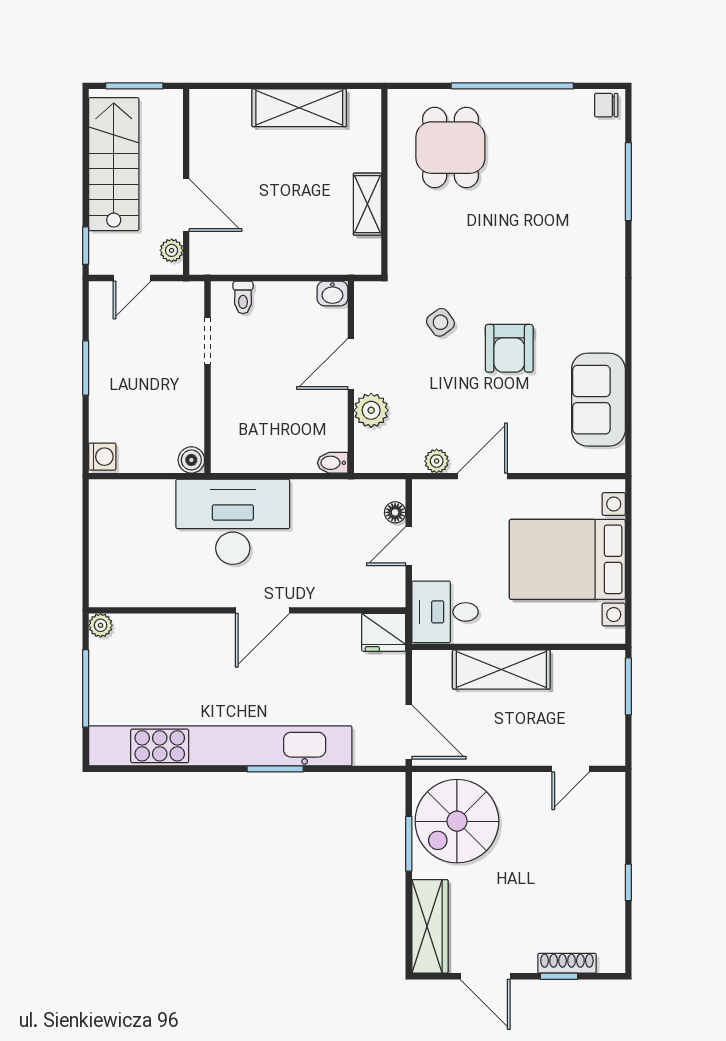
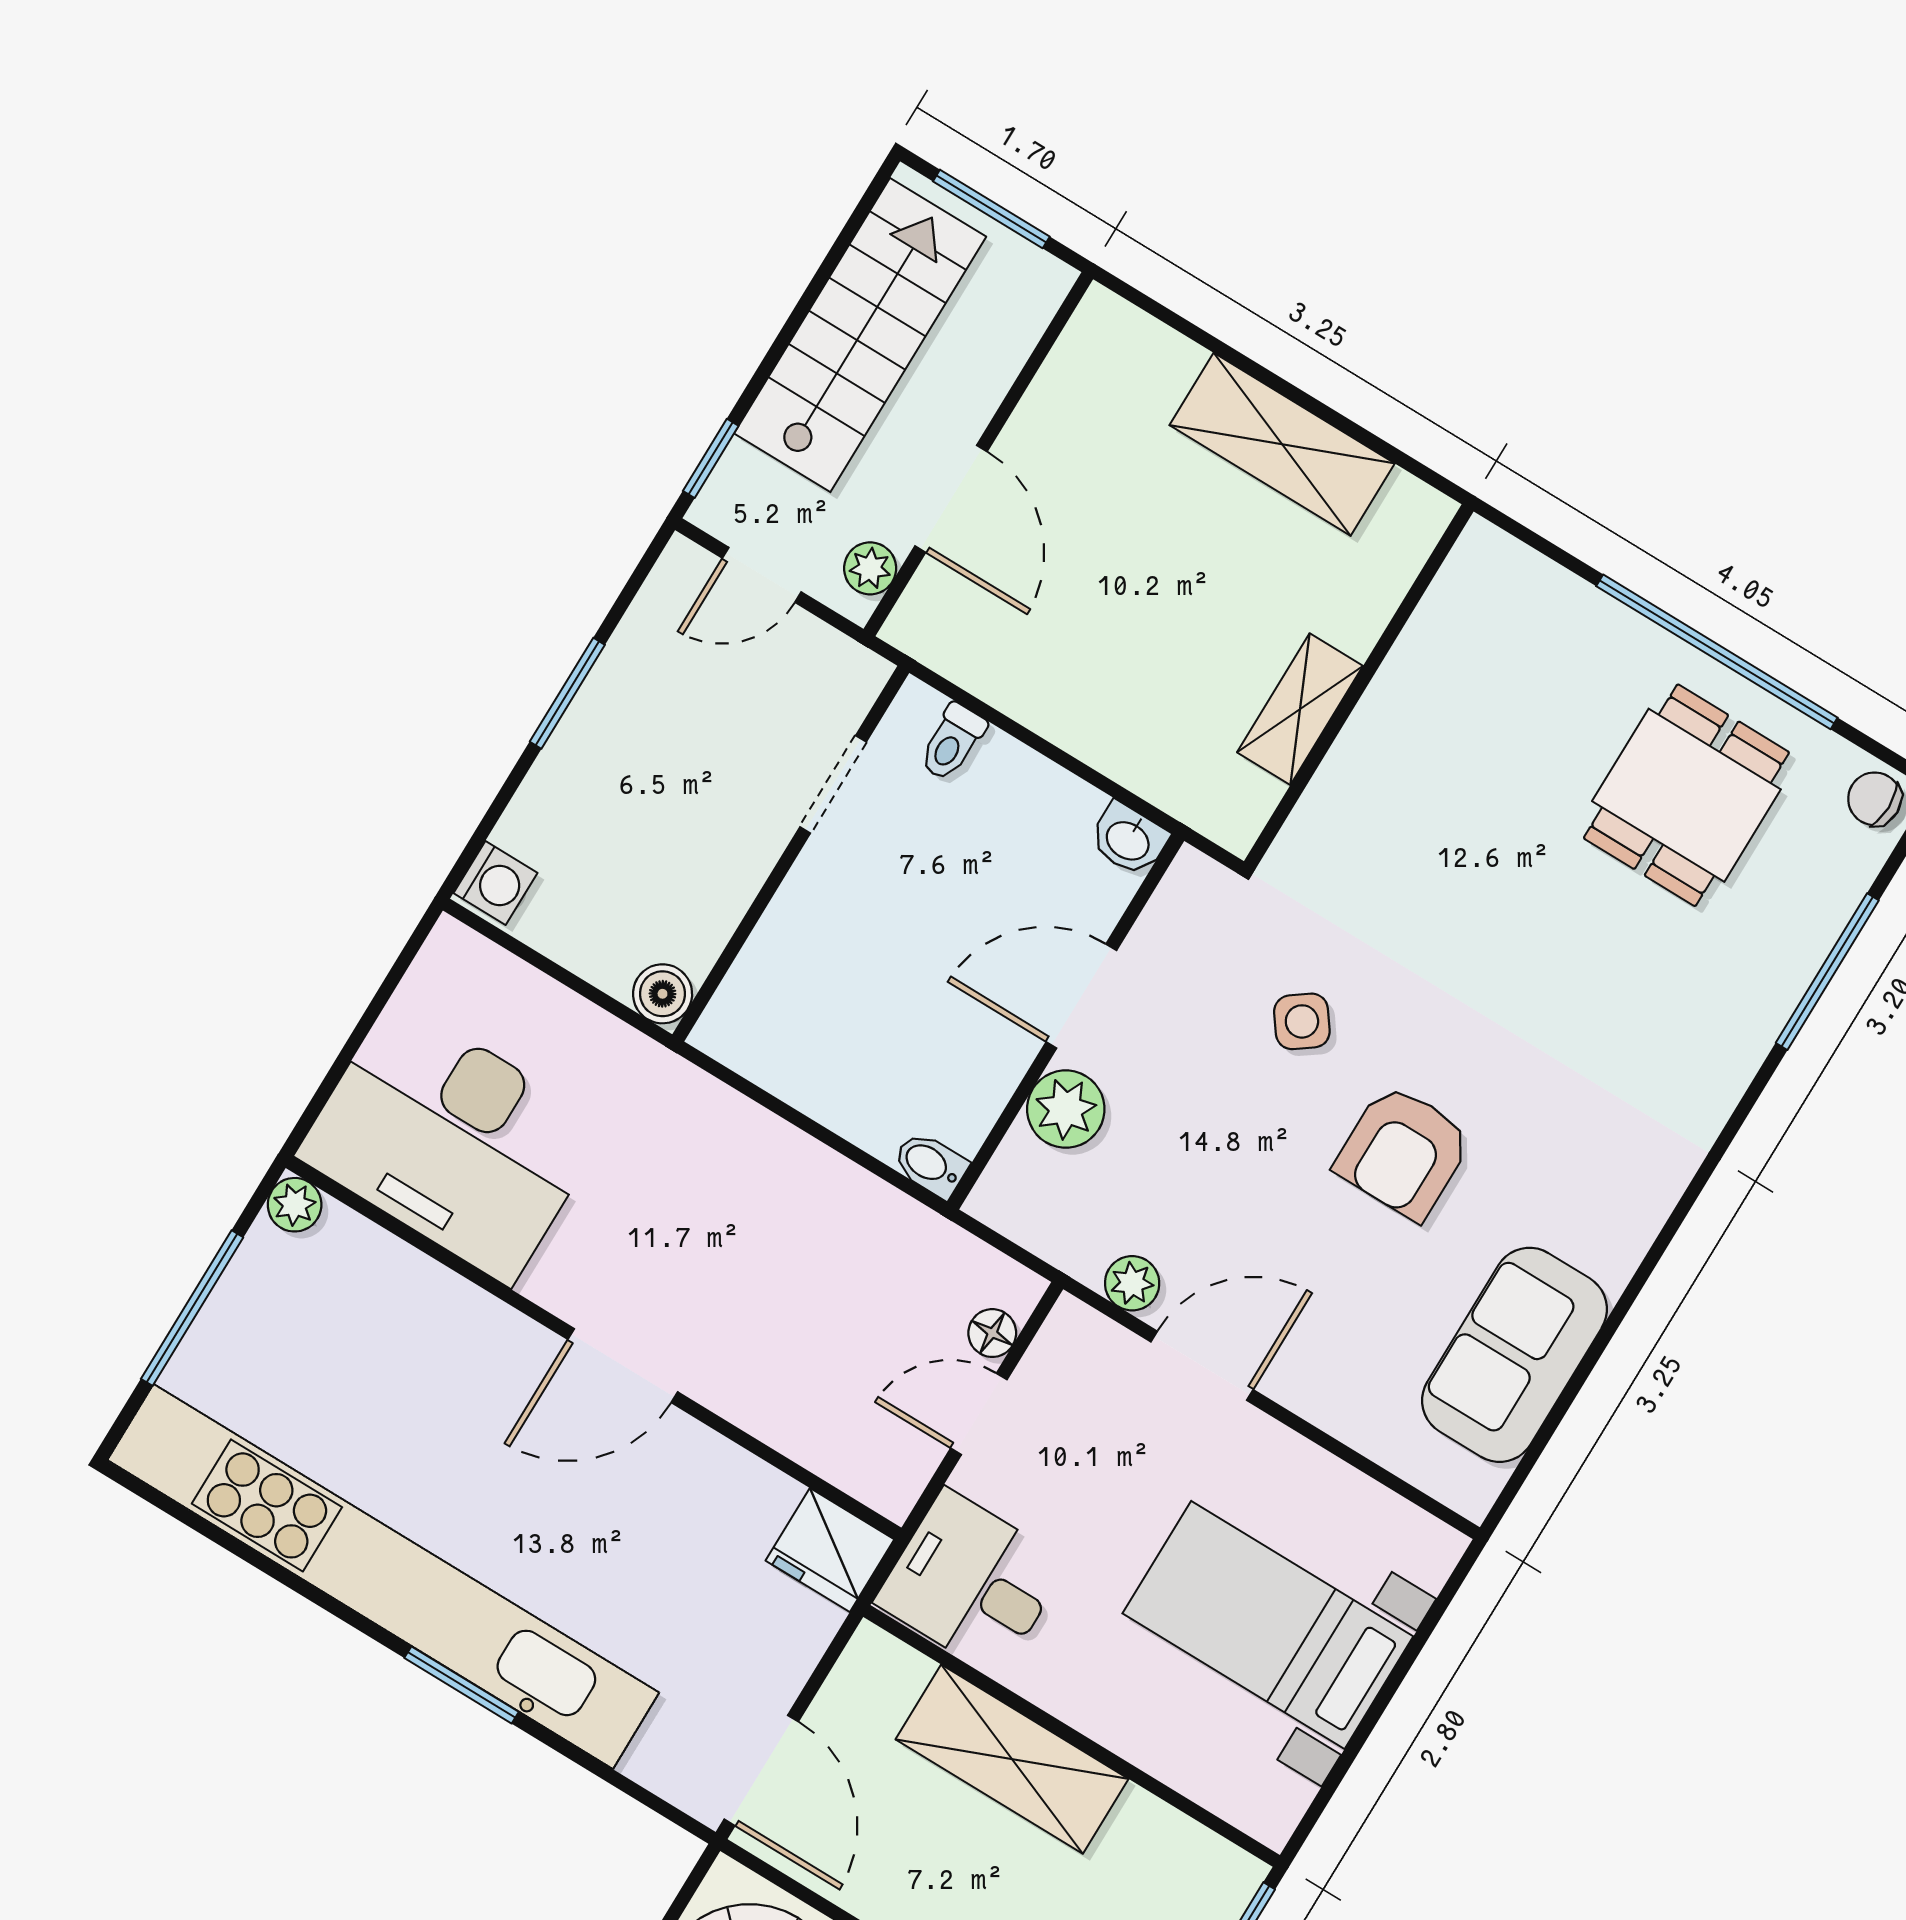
dining table: (450, 148) -> (1686, 795), moved
desk: (233, 522) -> (452, 1141), moved, turned 180
bed with nightstands: (567, 559) -> (1268, 1625), width x0.73

